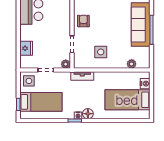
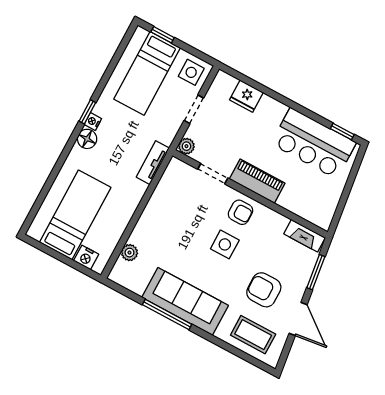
piano: (64, 21) -> (257, 181), added
side table: (101, 52) -> (225, 244), moved

